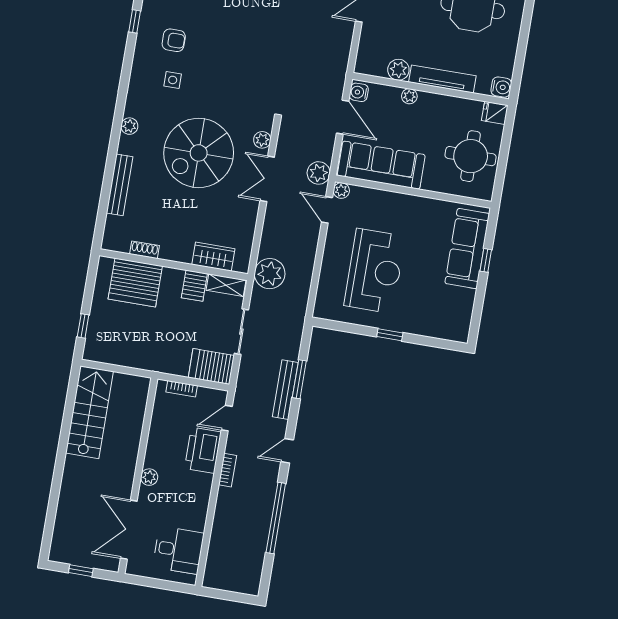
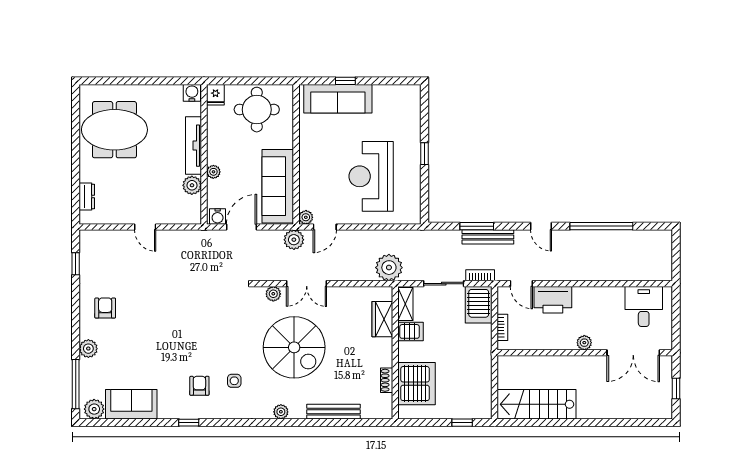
reception desk: (375, 271) -> (371, 176), turned -90
bookcase: (228, 470) -> (480, 275), moved

